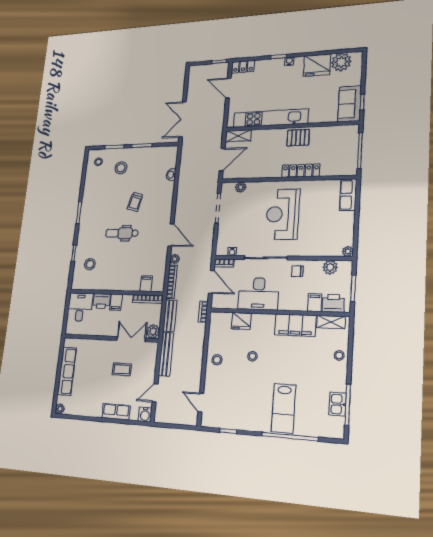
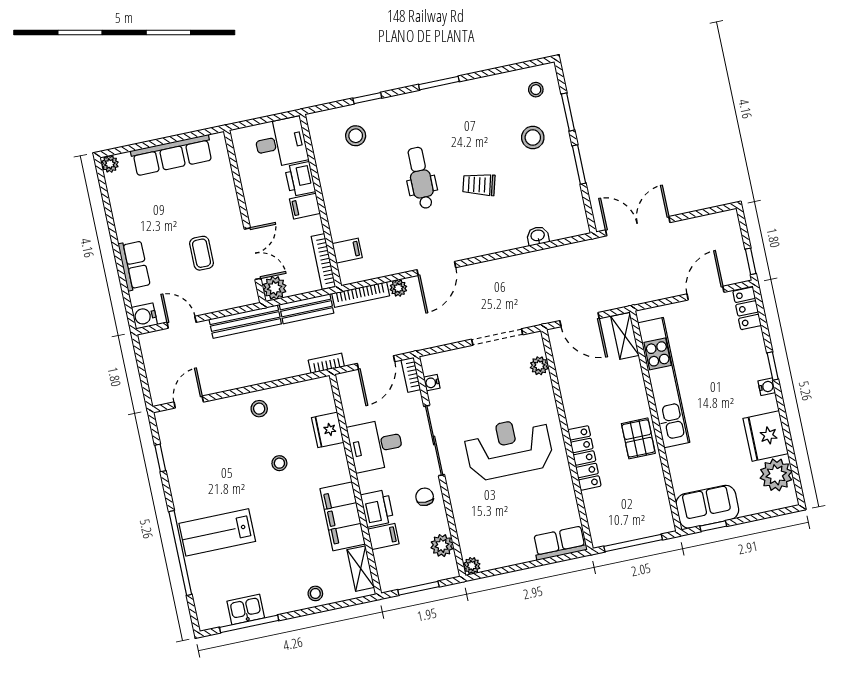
desk: (258, 294) -> (376, 445), width x0.73
printer: (333, 303) -> (377, 508), moved

